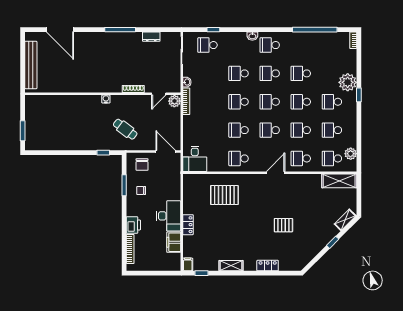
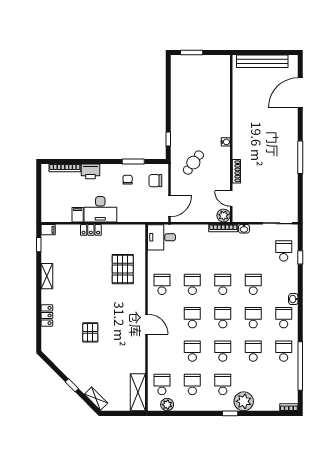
dresser: (151, 37) -> (293, 191), removed
school desk: (301, 158) -> (284, 351), moved
filing cabinet: (174, 242) -> (78, 215), width x0.50

